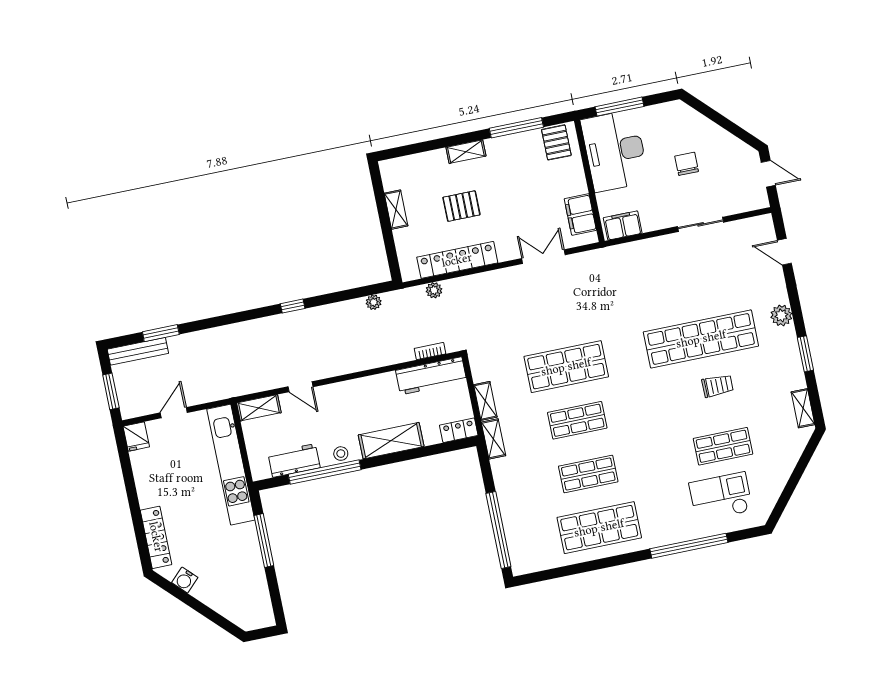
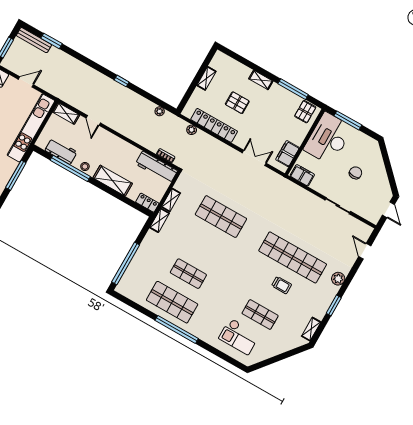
shop shelf: (577, 420) -> (205, 245), removed
checkout: (721, 497) -> (239, 336), turned 180
window: (689, 546) -> (177, 329), moved

